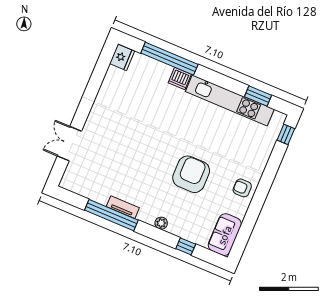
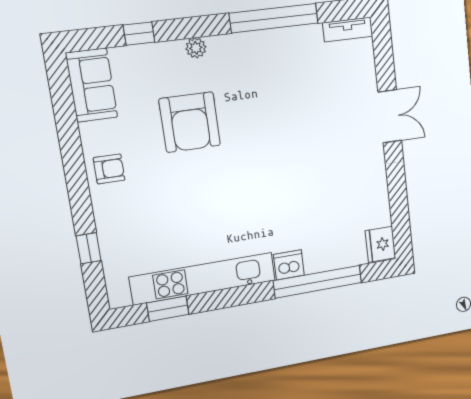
window: (286, 134) -> (89, 248), moved
double door: (69, 144) -> (390, 116), moved
armchair: (191, 174) -> (190, 122), moved
tv unit: (123, 207) -> (348, 29), moved

